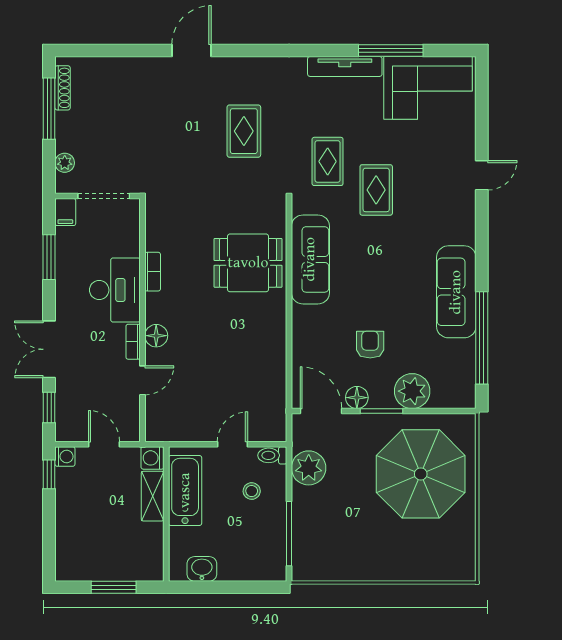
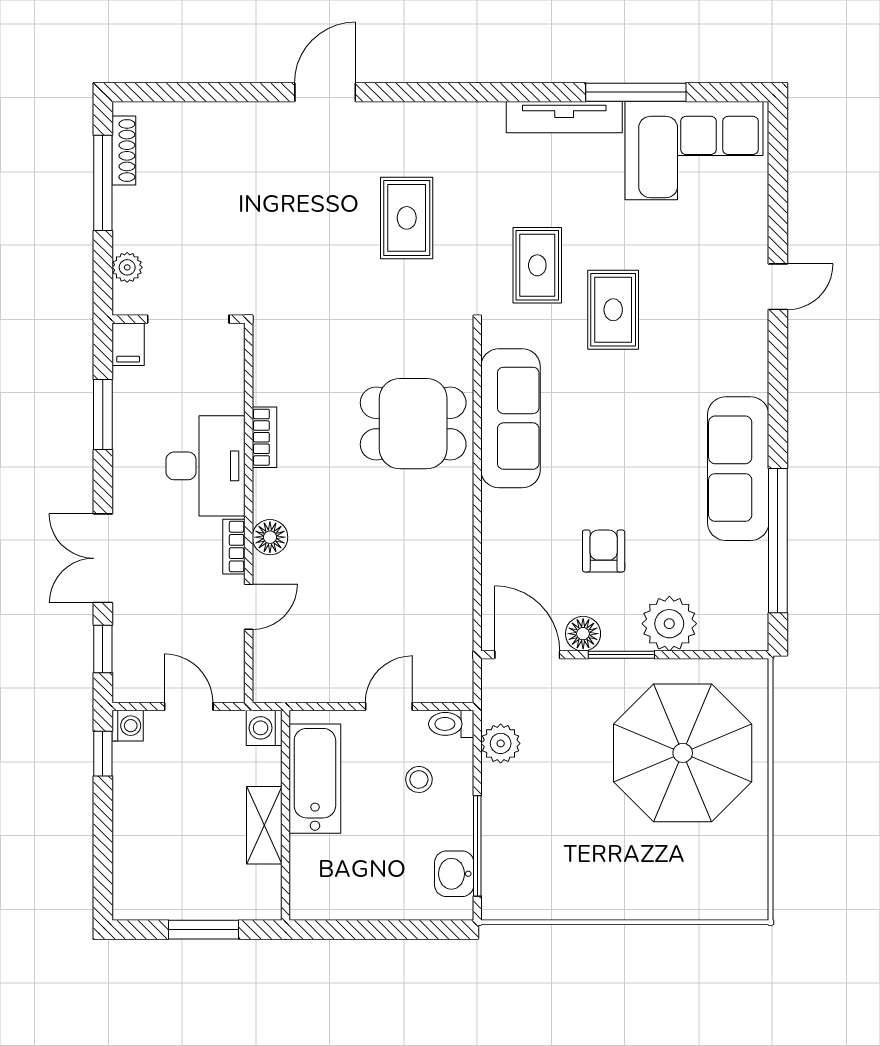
plant: (309, 468) -> (501, 743), width x0.73, depth x0.73
shelving: (153, 496) -> (264, 825), moved
washbasin: (202, 569) -> (454, 874), moved, turned -90

